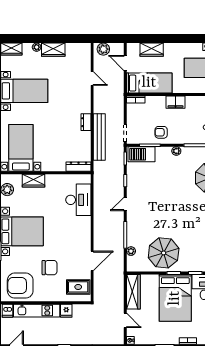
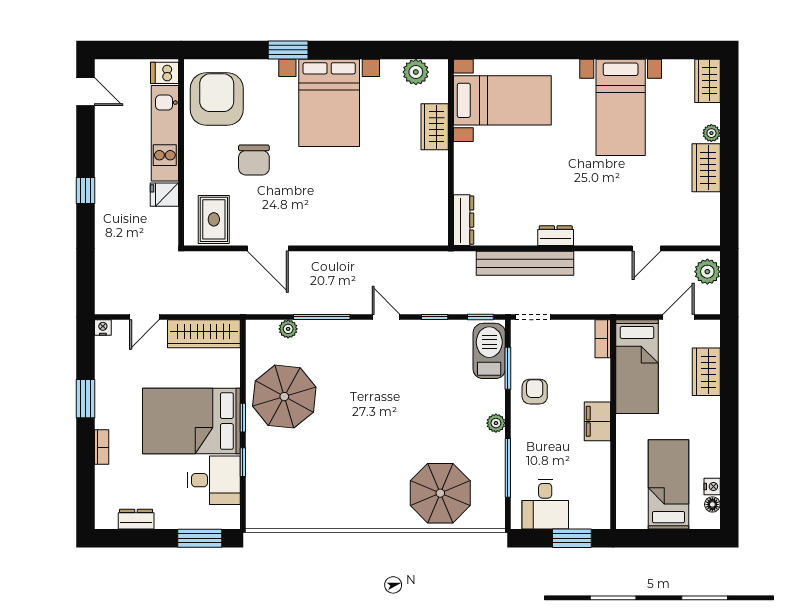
desk: (78, 200) -> (395, 220), removed

